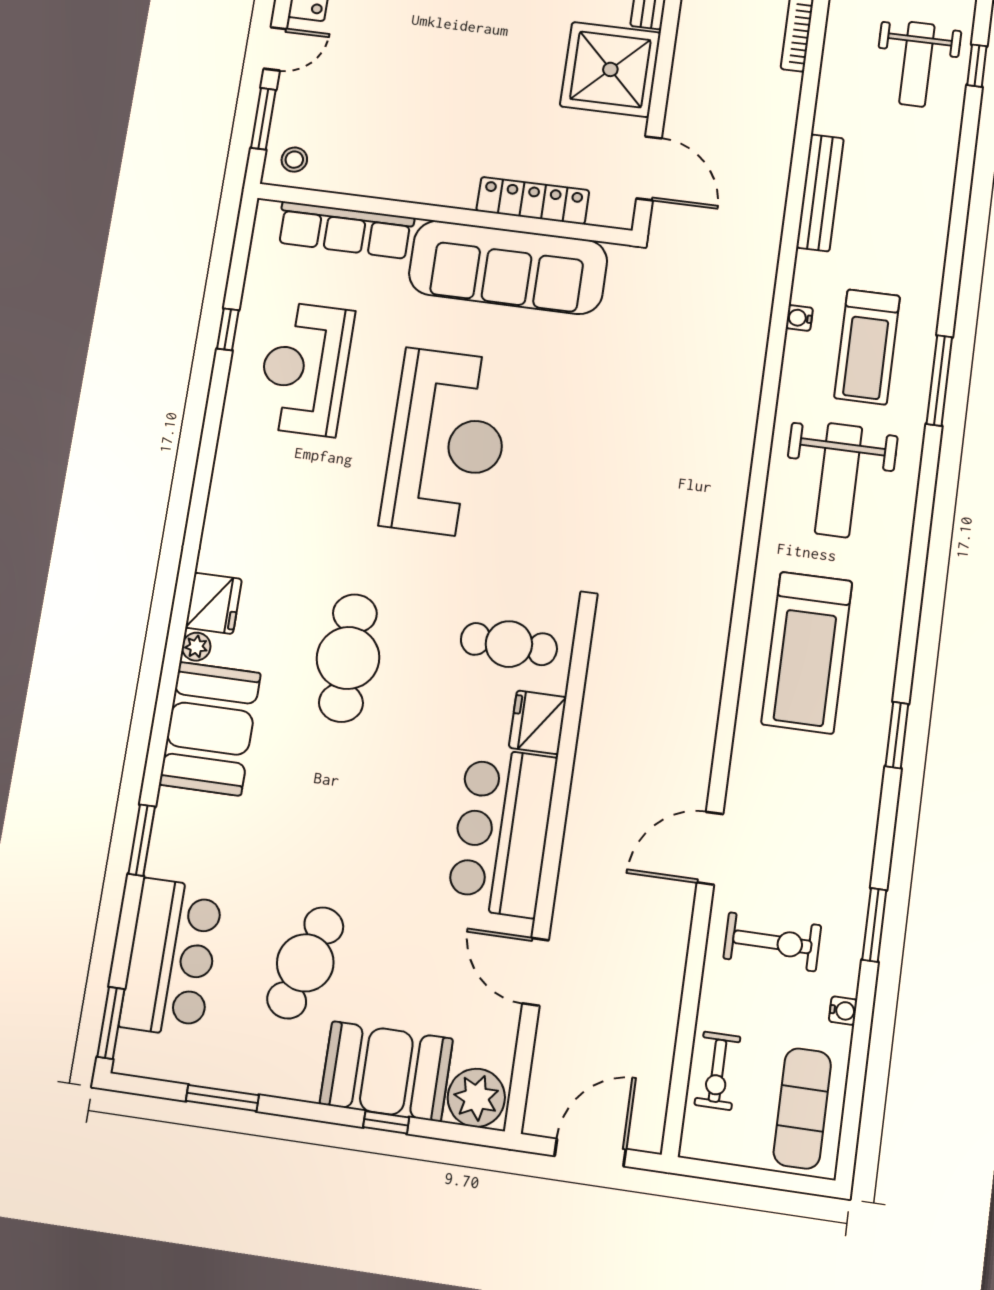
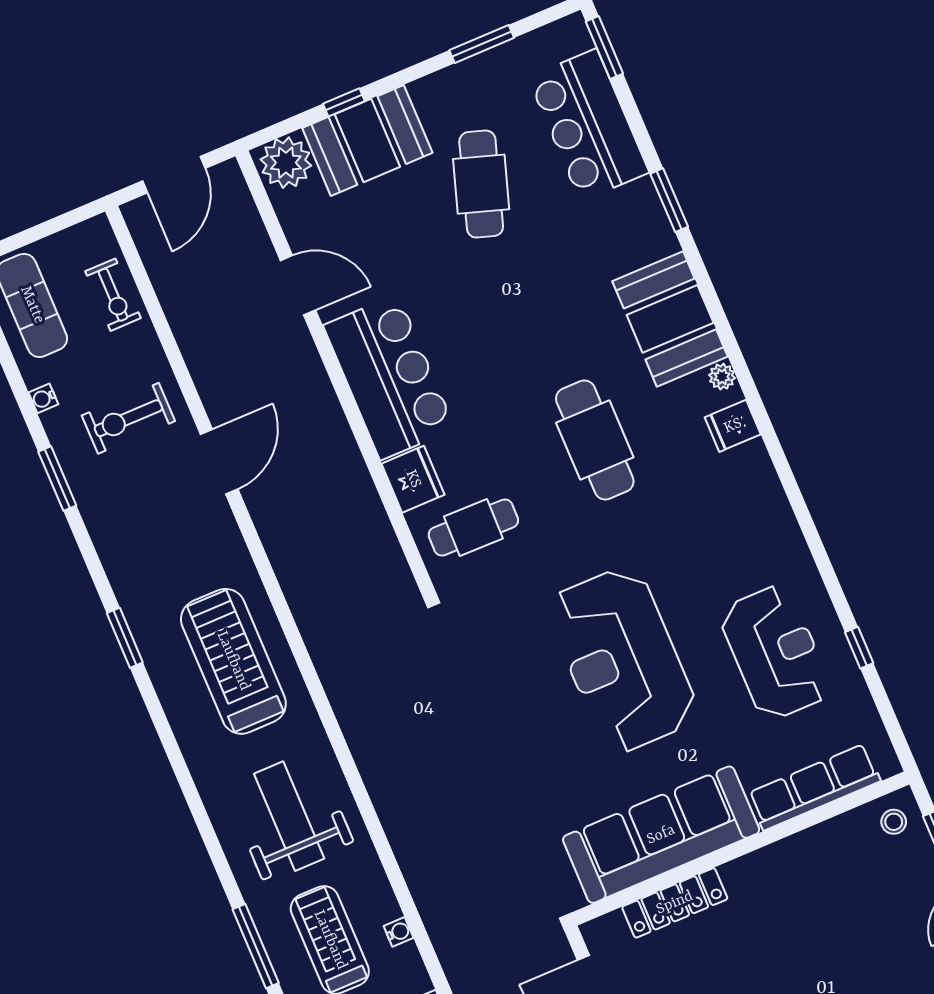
fridge: (214, 603) -> (733, 426), width x0.72
exercise bike: (717, 1071) -> (113, 295), turned 180

